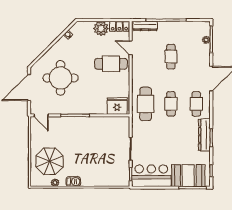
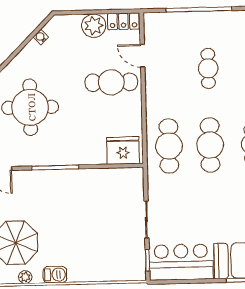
dresser: (145, 26) -> (165, 20), removed
cafe table: (171, 104) -> (210, 145), width x1.37, depth x1.35

